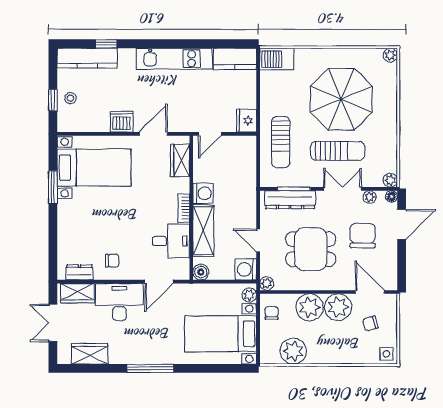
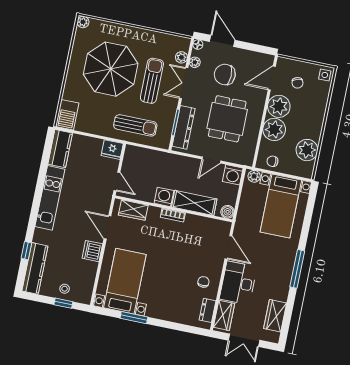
plant: (390, 180) -> (181, 57), moved
desk: (171, 241) -> (197, 231), removed
plant: (267, 283) -> (248, 160), removed

